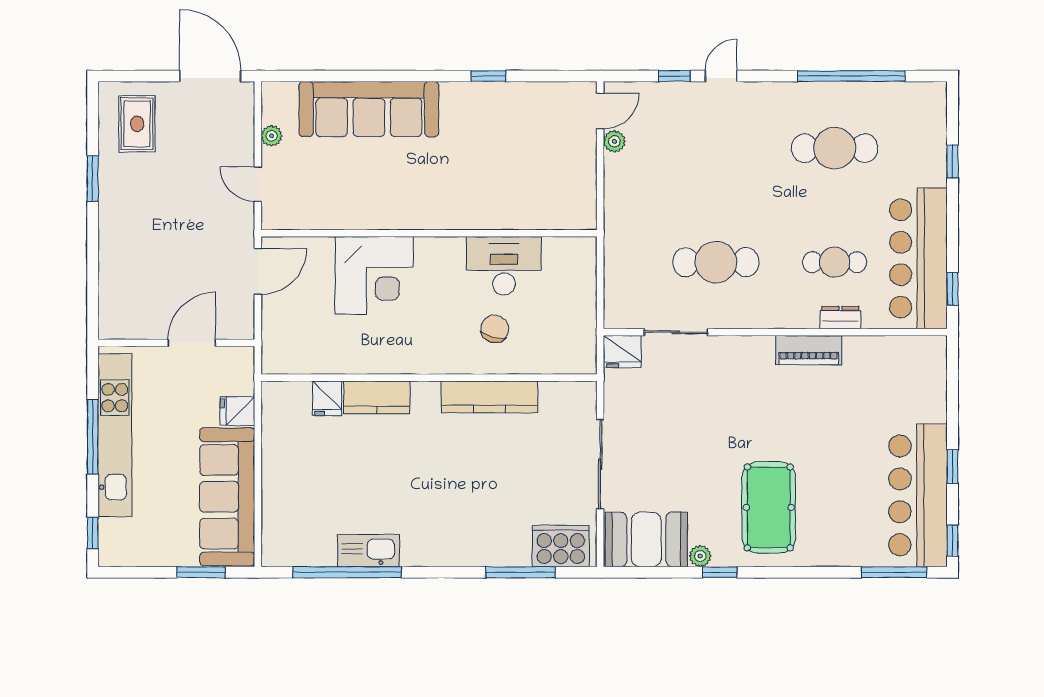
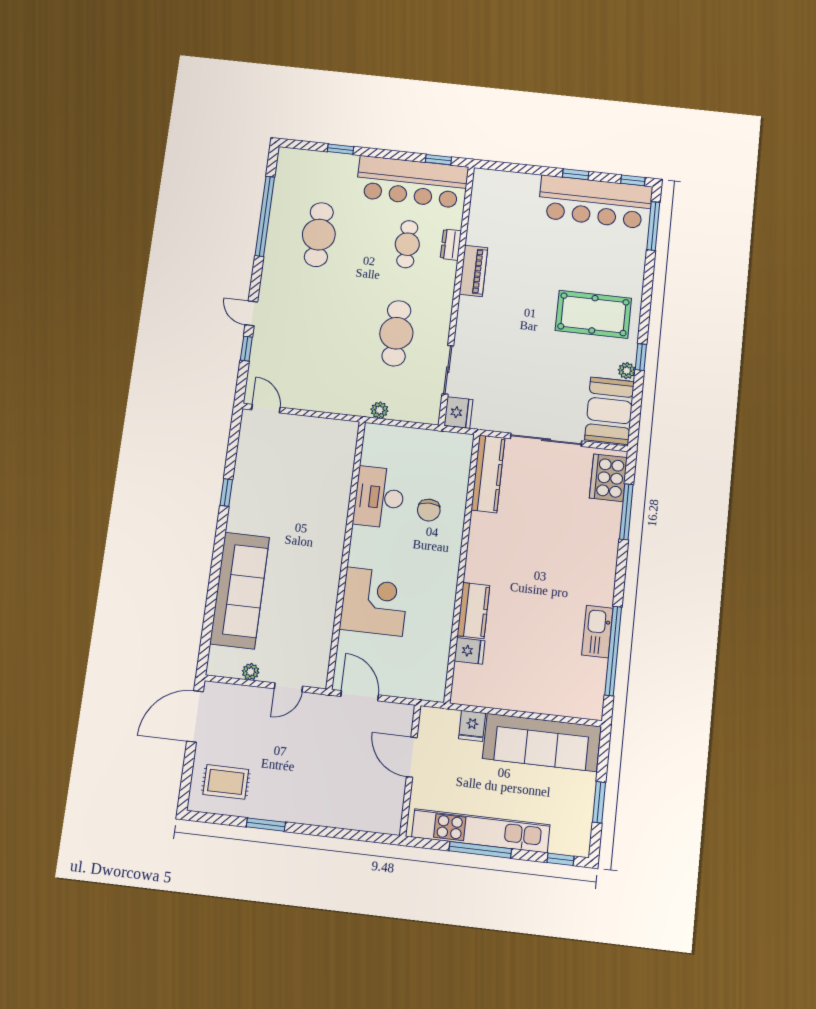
plant: (614, 141) -> (379, 410), moved
chair: (495, 329) -> (429, 510), turned -104
kitchen counter: (489, 397) -> (488, 474), moved
window: (201, 572) -> (599, 802), moved

